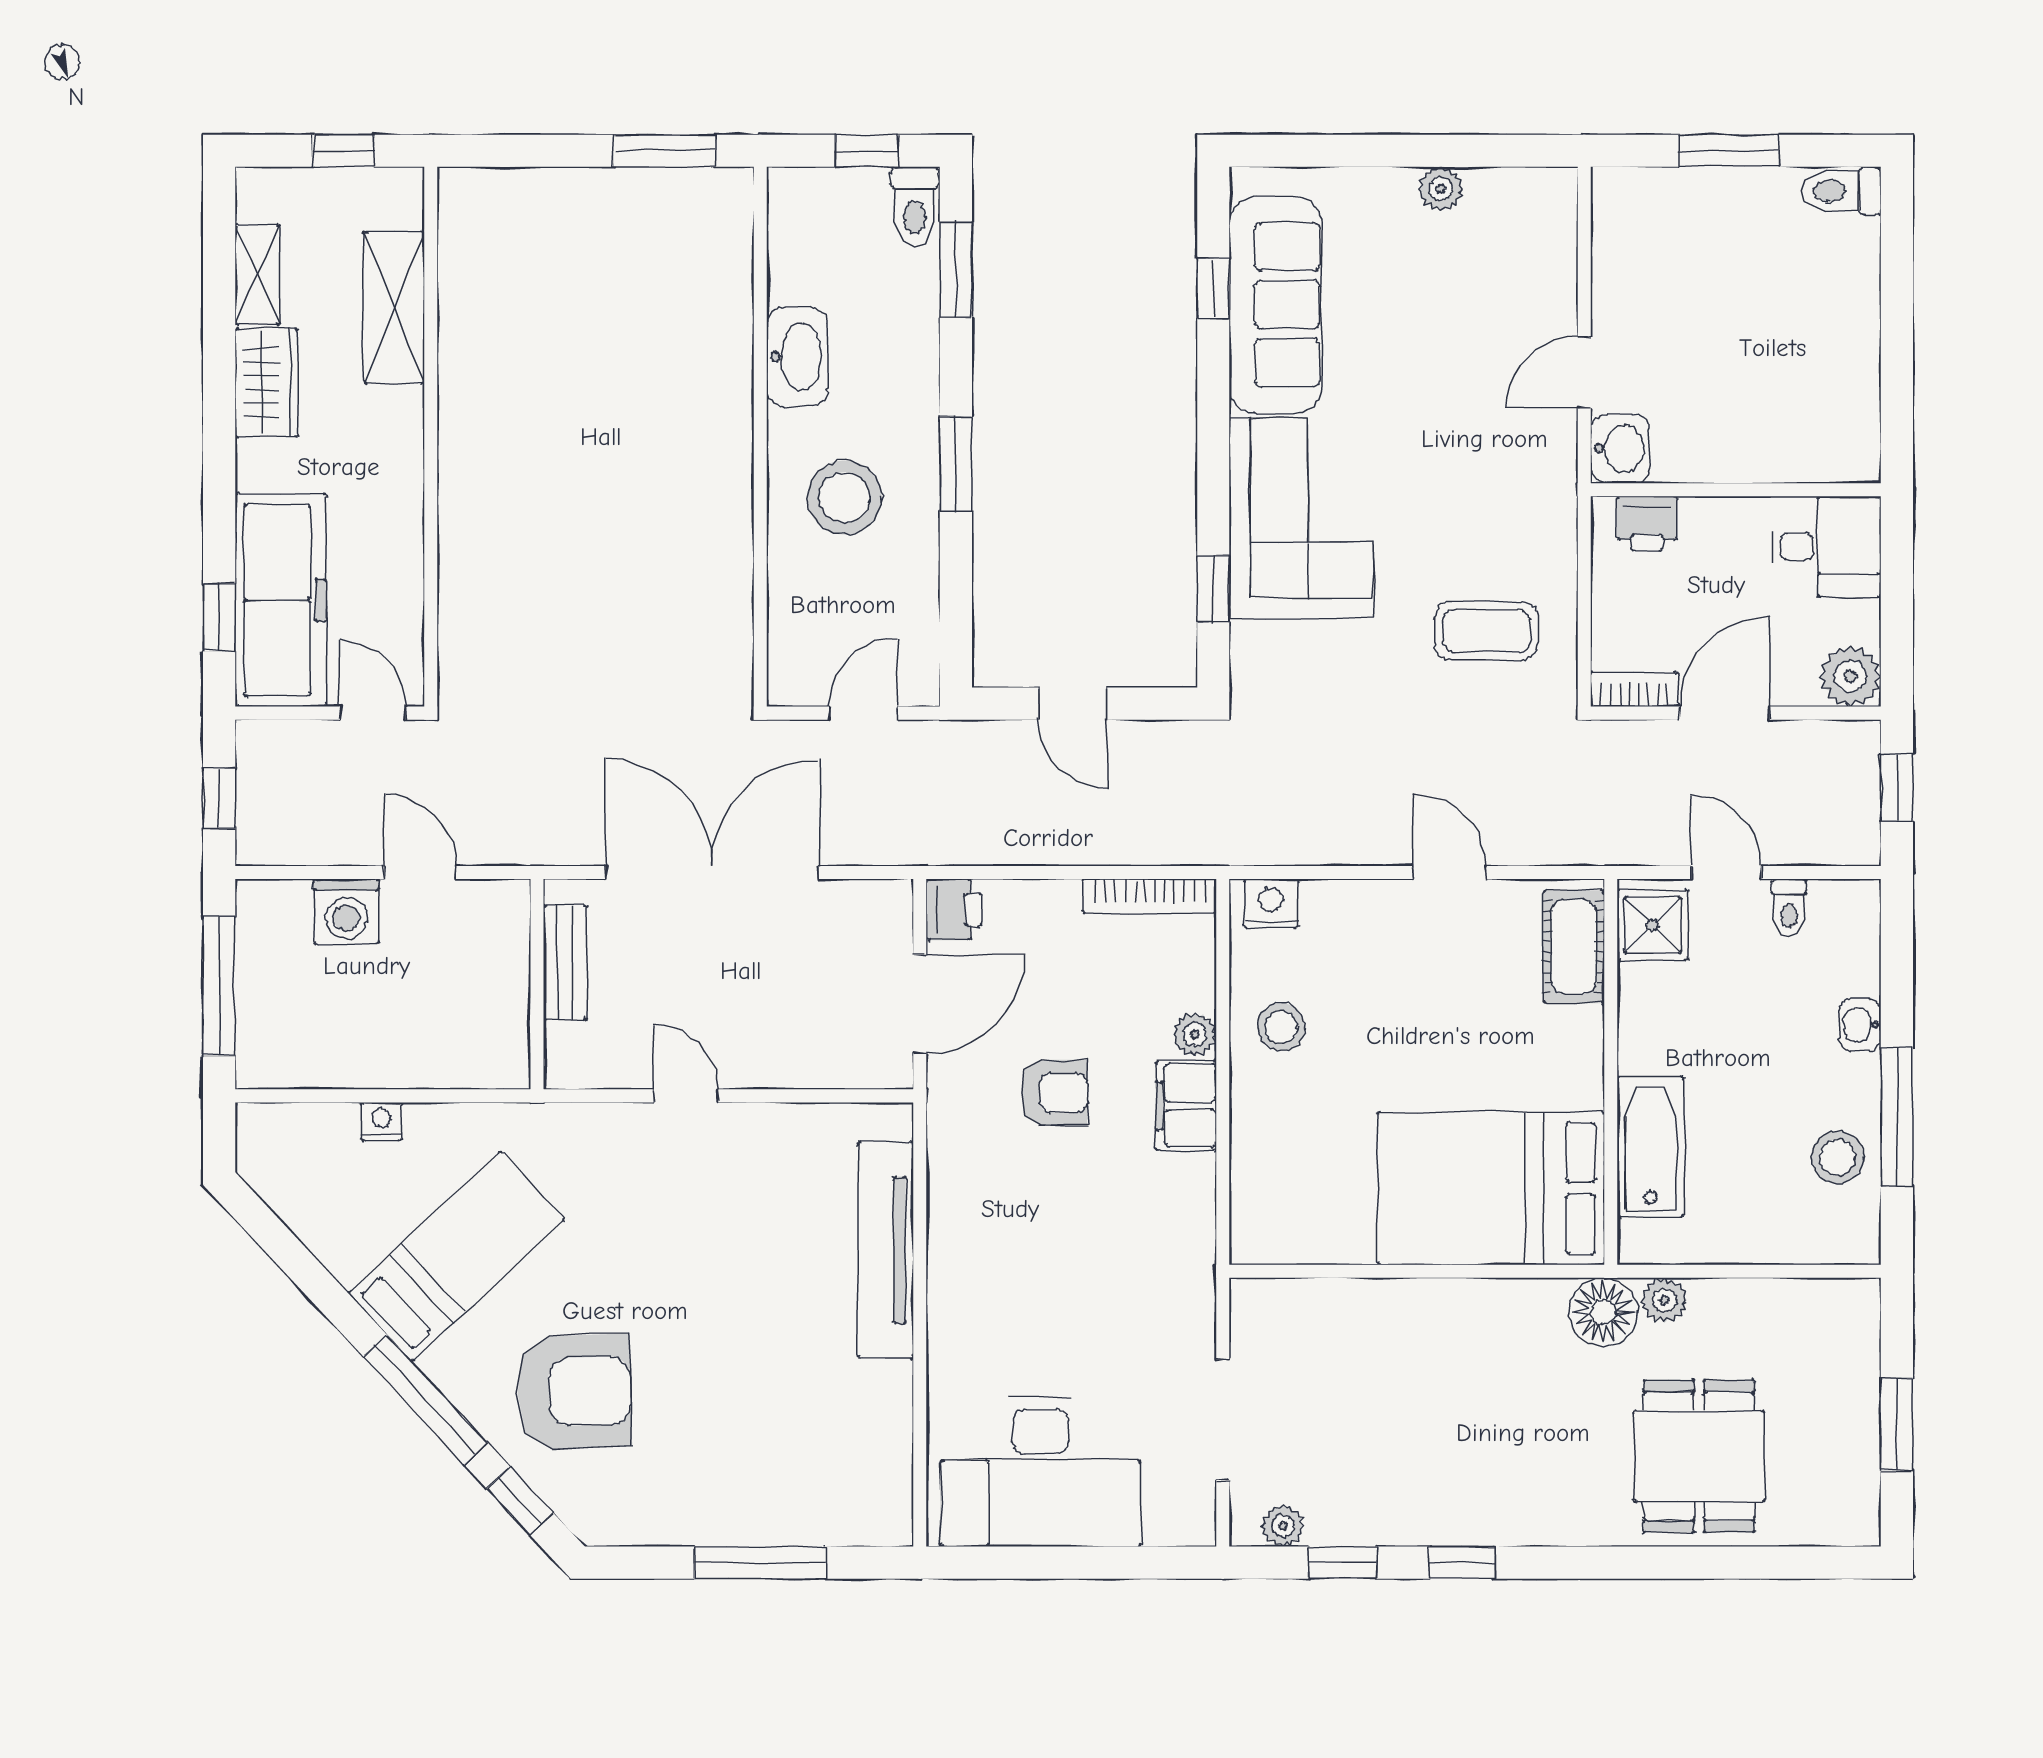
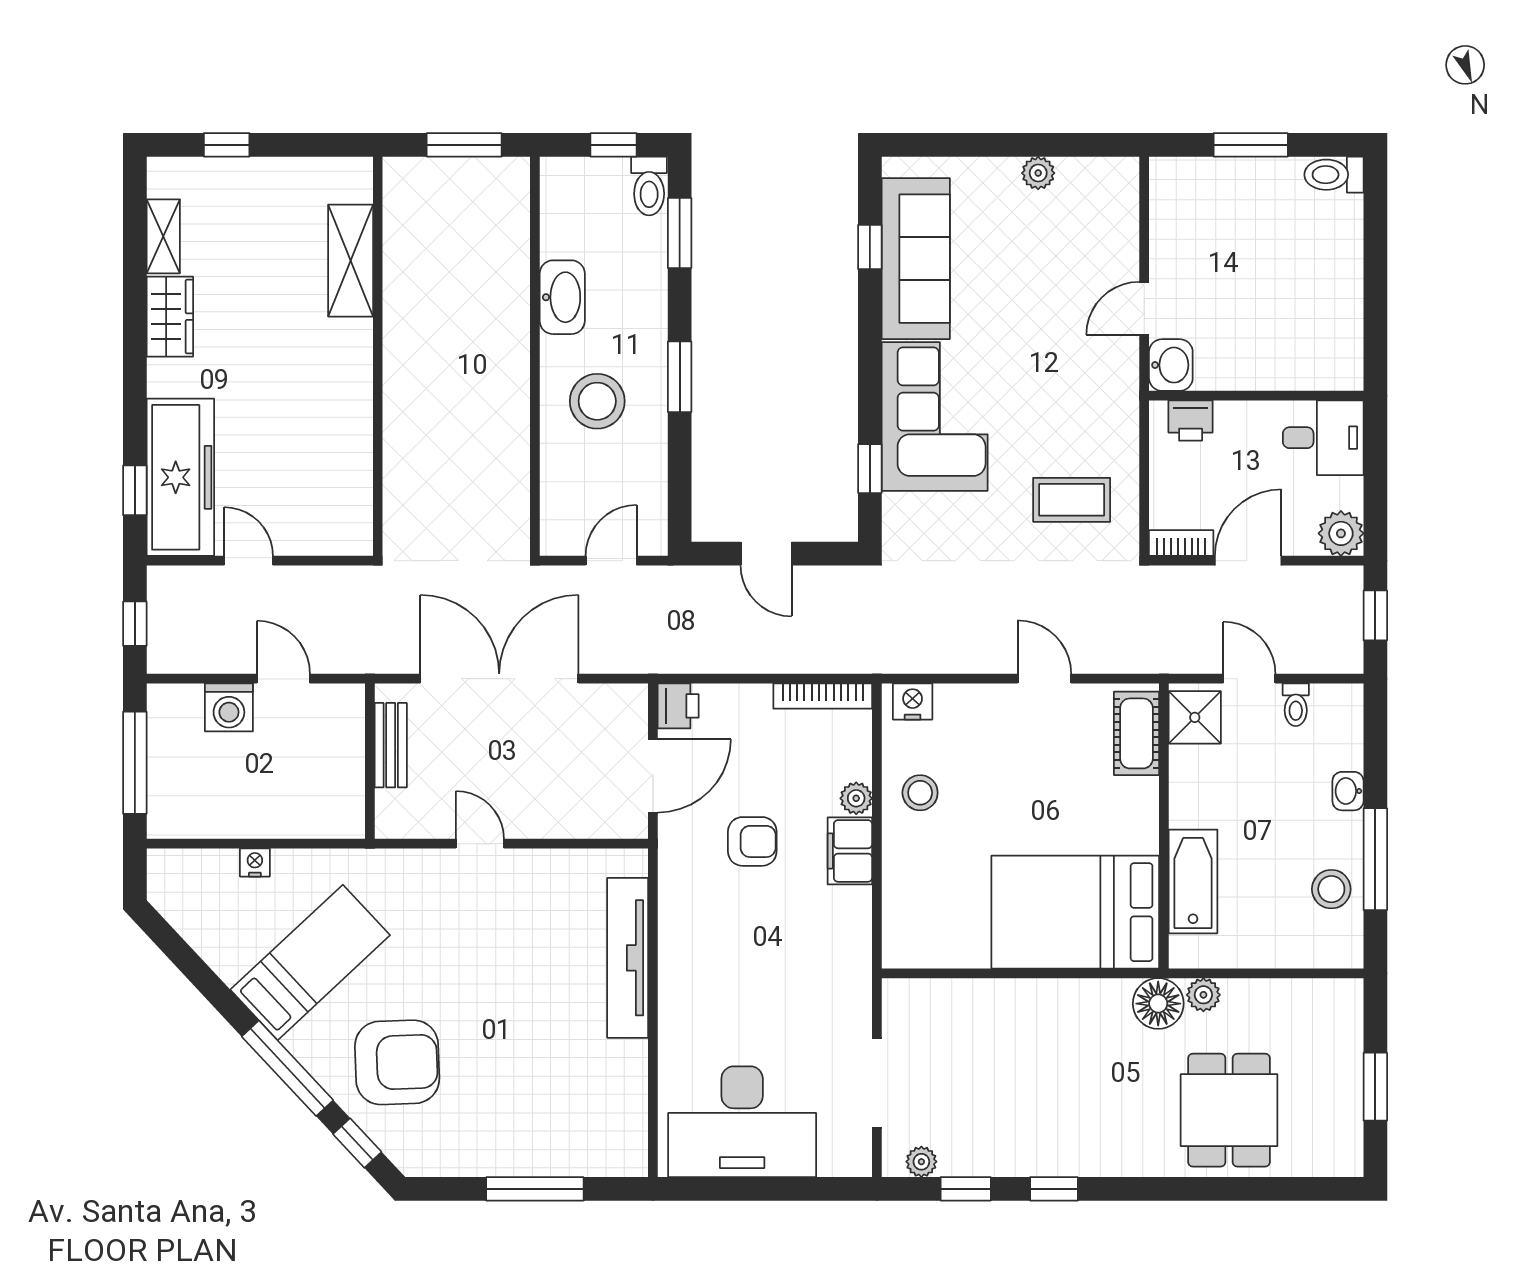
shelving: (394, 307) -> (351, 261), moved
wall: (431, 437) -> (378, 356), moved

